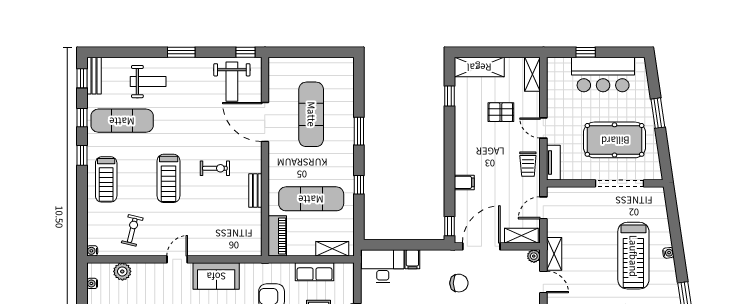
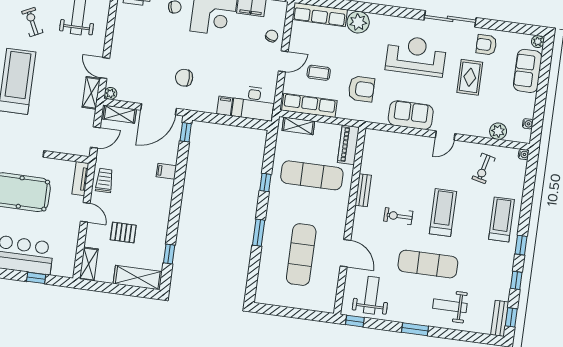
exercise mat: (122, 121) -> (428, 264), moved
door: (265, 122) -> (345, 253), width x0.73
row of seats: (314, 272) -> (309, 105), width x1.48

